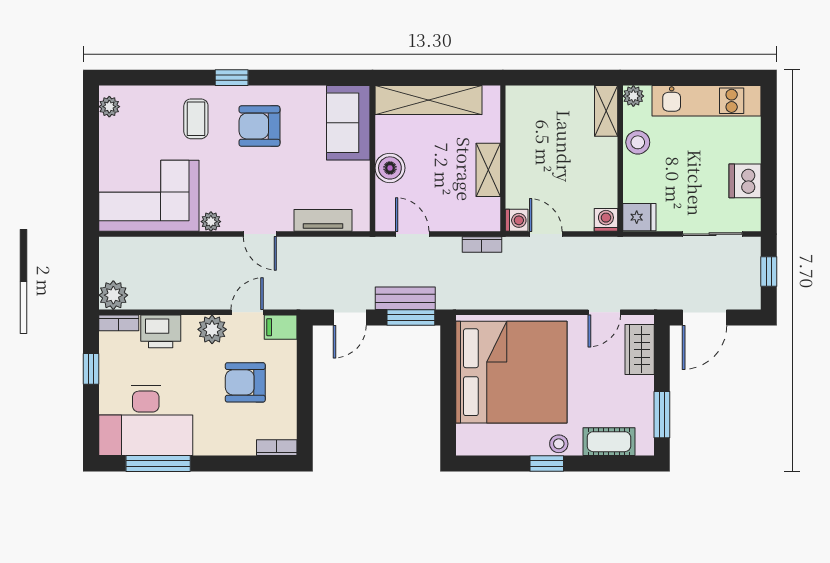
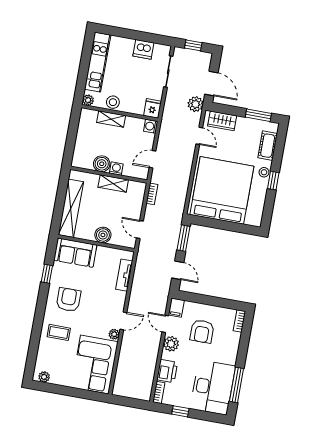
window: (232, 78) -> (47, 274), moved
shelving: (606, 111) -> (111, 119), moved
armchair: (259, 126) -> (69, 300), turned 180
boiler: (521, 142) -> (102, 164), added
washing machine: (517, 220) -> (116, 169), moved
door: (260, 234) -> (123, 321), moved
door: (412, 234) -> (140, 229), hinge flipped
plant: (113, 295) -> (196, 104), moved
bench: (405, 298) -> (173, 239), removed

